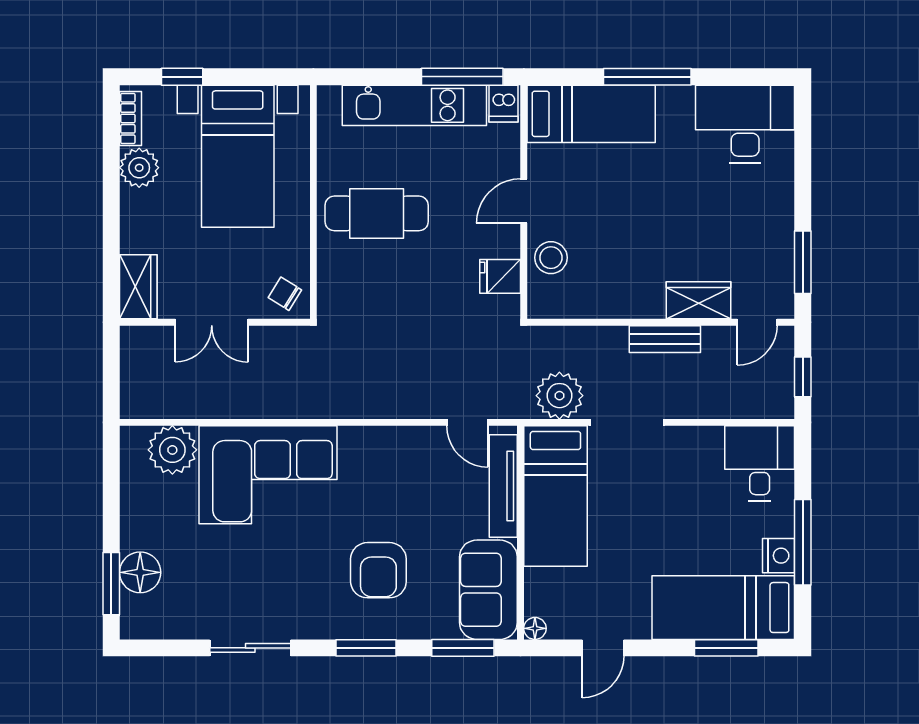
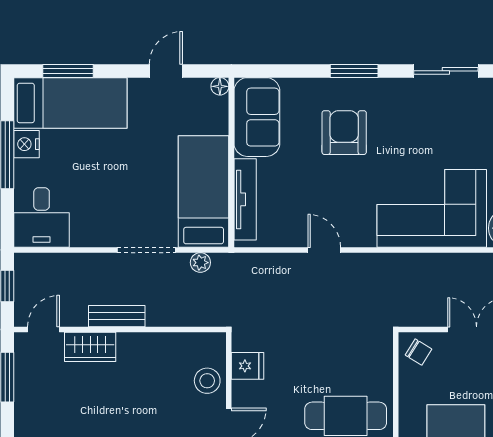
plant: (559, 396) -> (200, 263), width x0.53, depth x0.53
door: (467, 422) -> (324, 250), moved
window: (463, 648) -> (277, 71), removed

